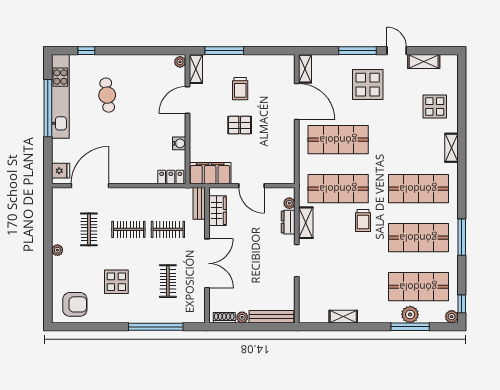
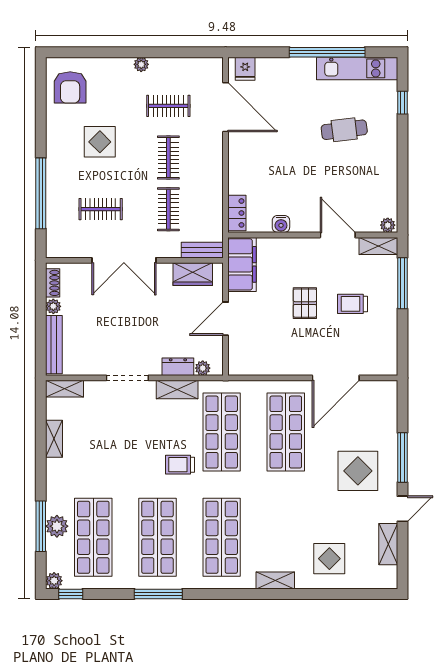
shelving: (305, 69) -> (65, 389), moved
kitchen unit: (60, 96) -> (357, 68), width x0.73

